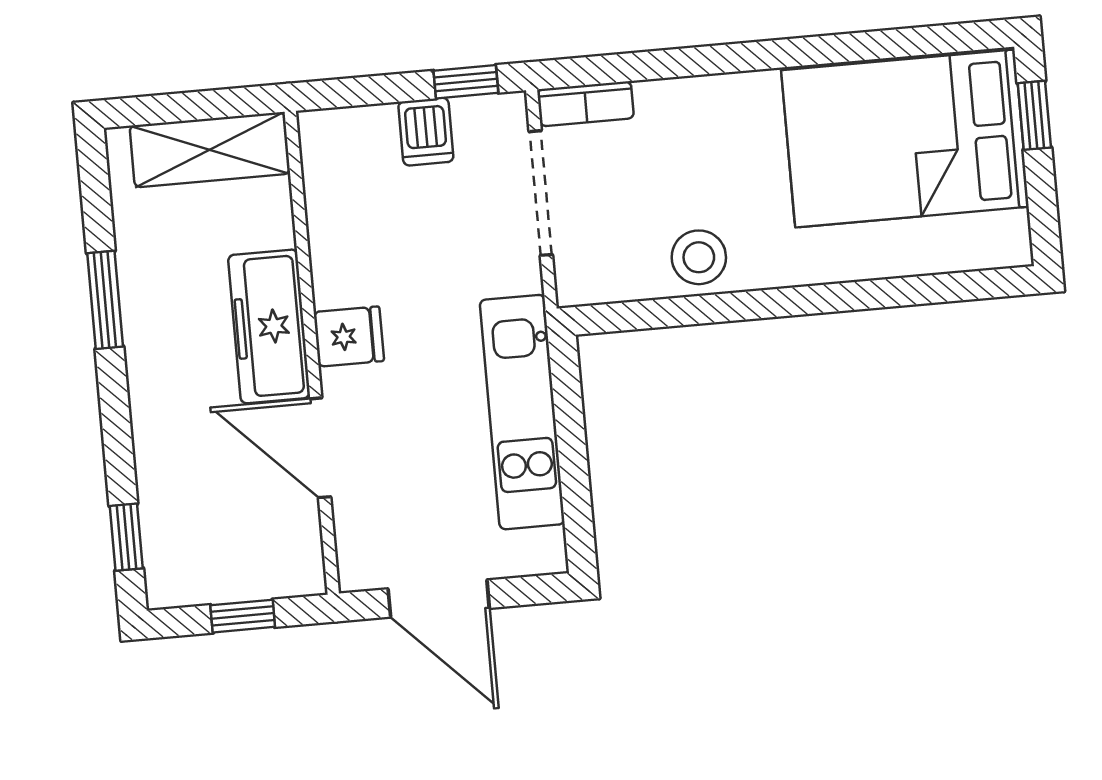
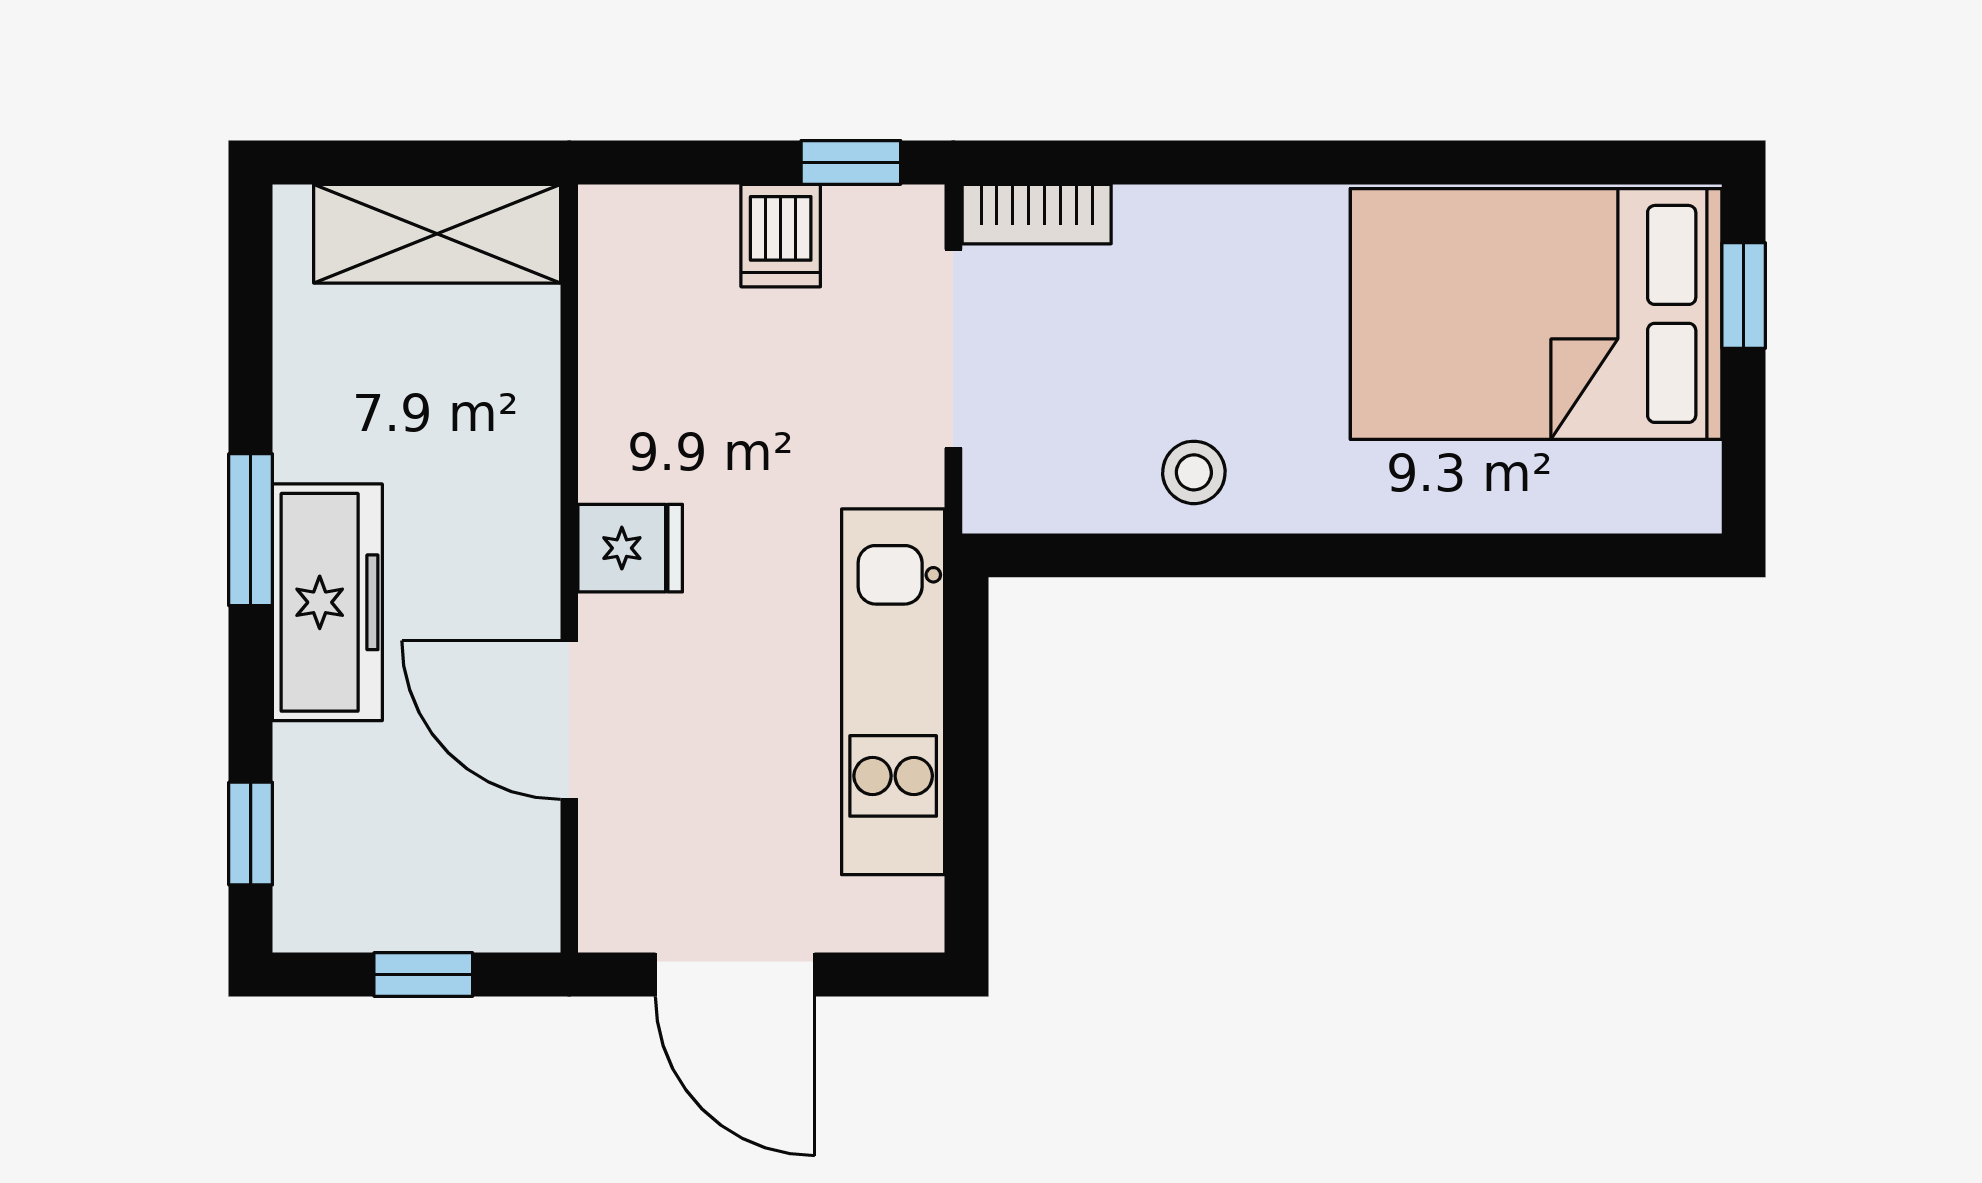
stool: (699, 257) -> (1194, 472), width x0.73, depth x0.73
window: (105, 300) -> (251, 530), moved
freezer: (269, 326) -> (327, 602), moved, turned 180

